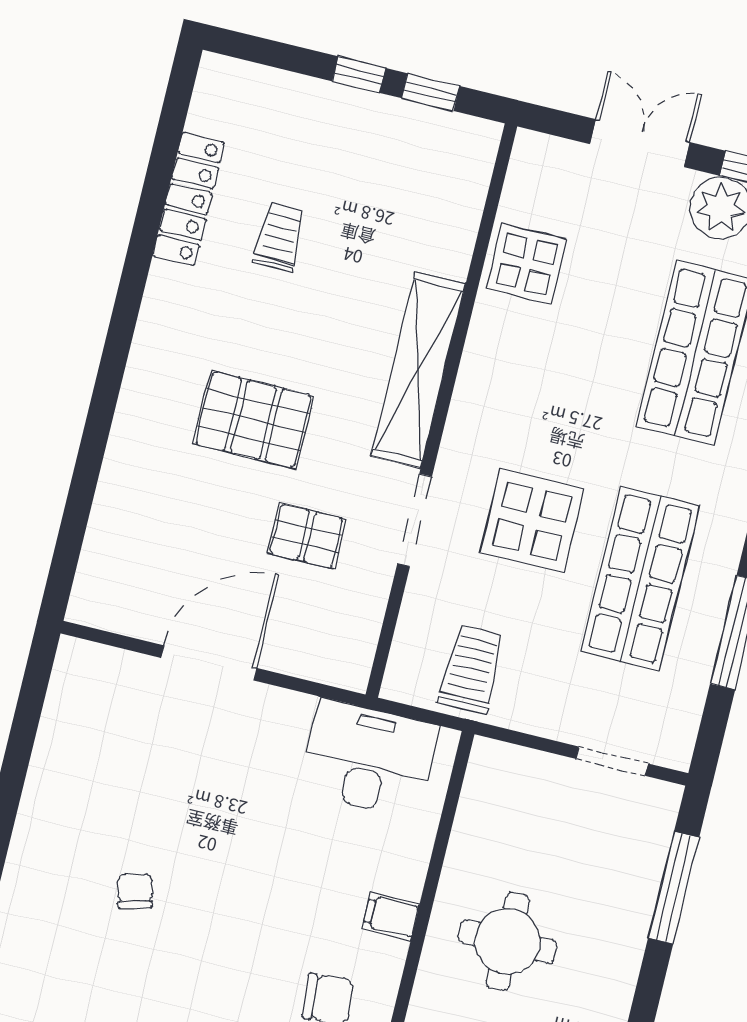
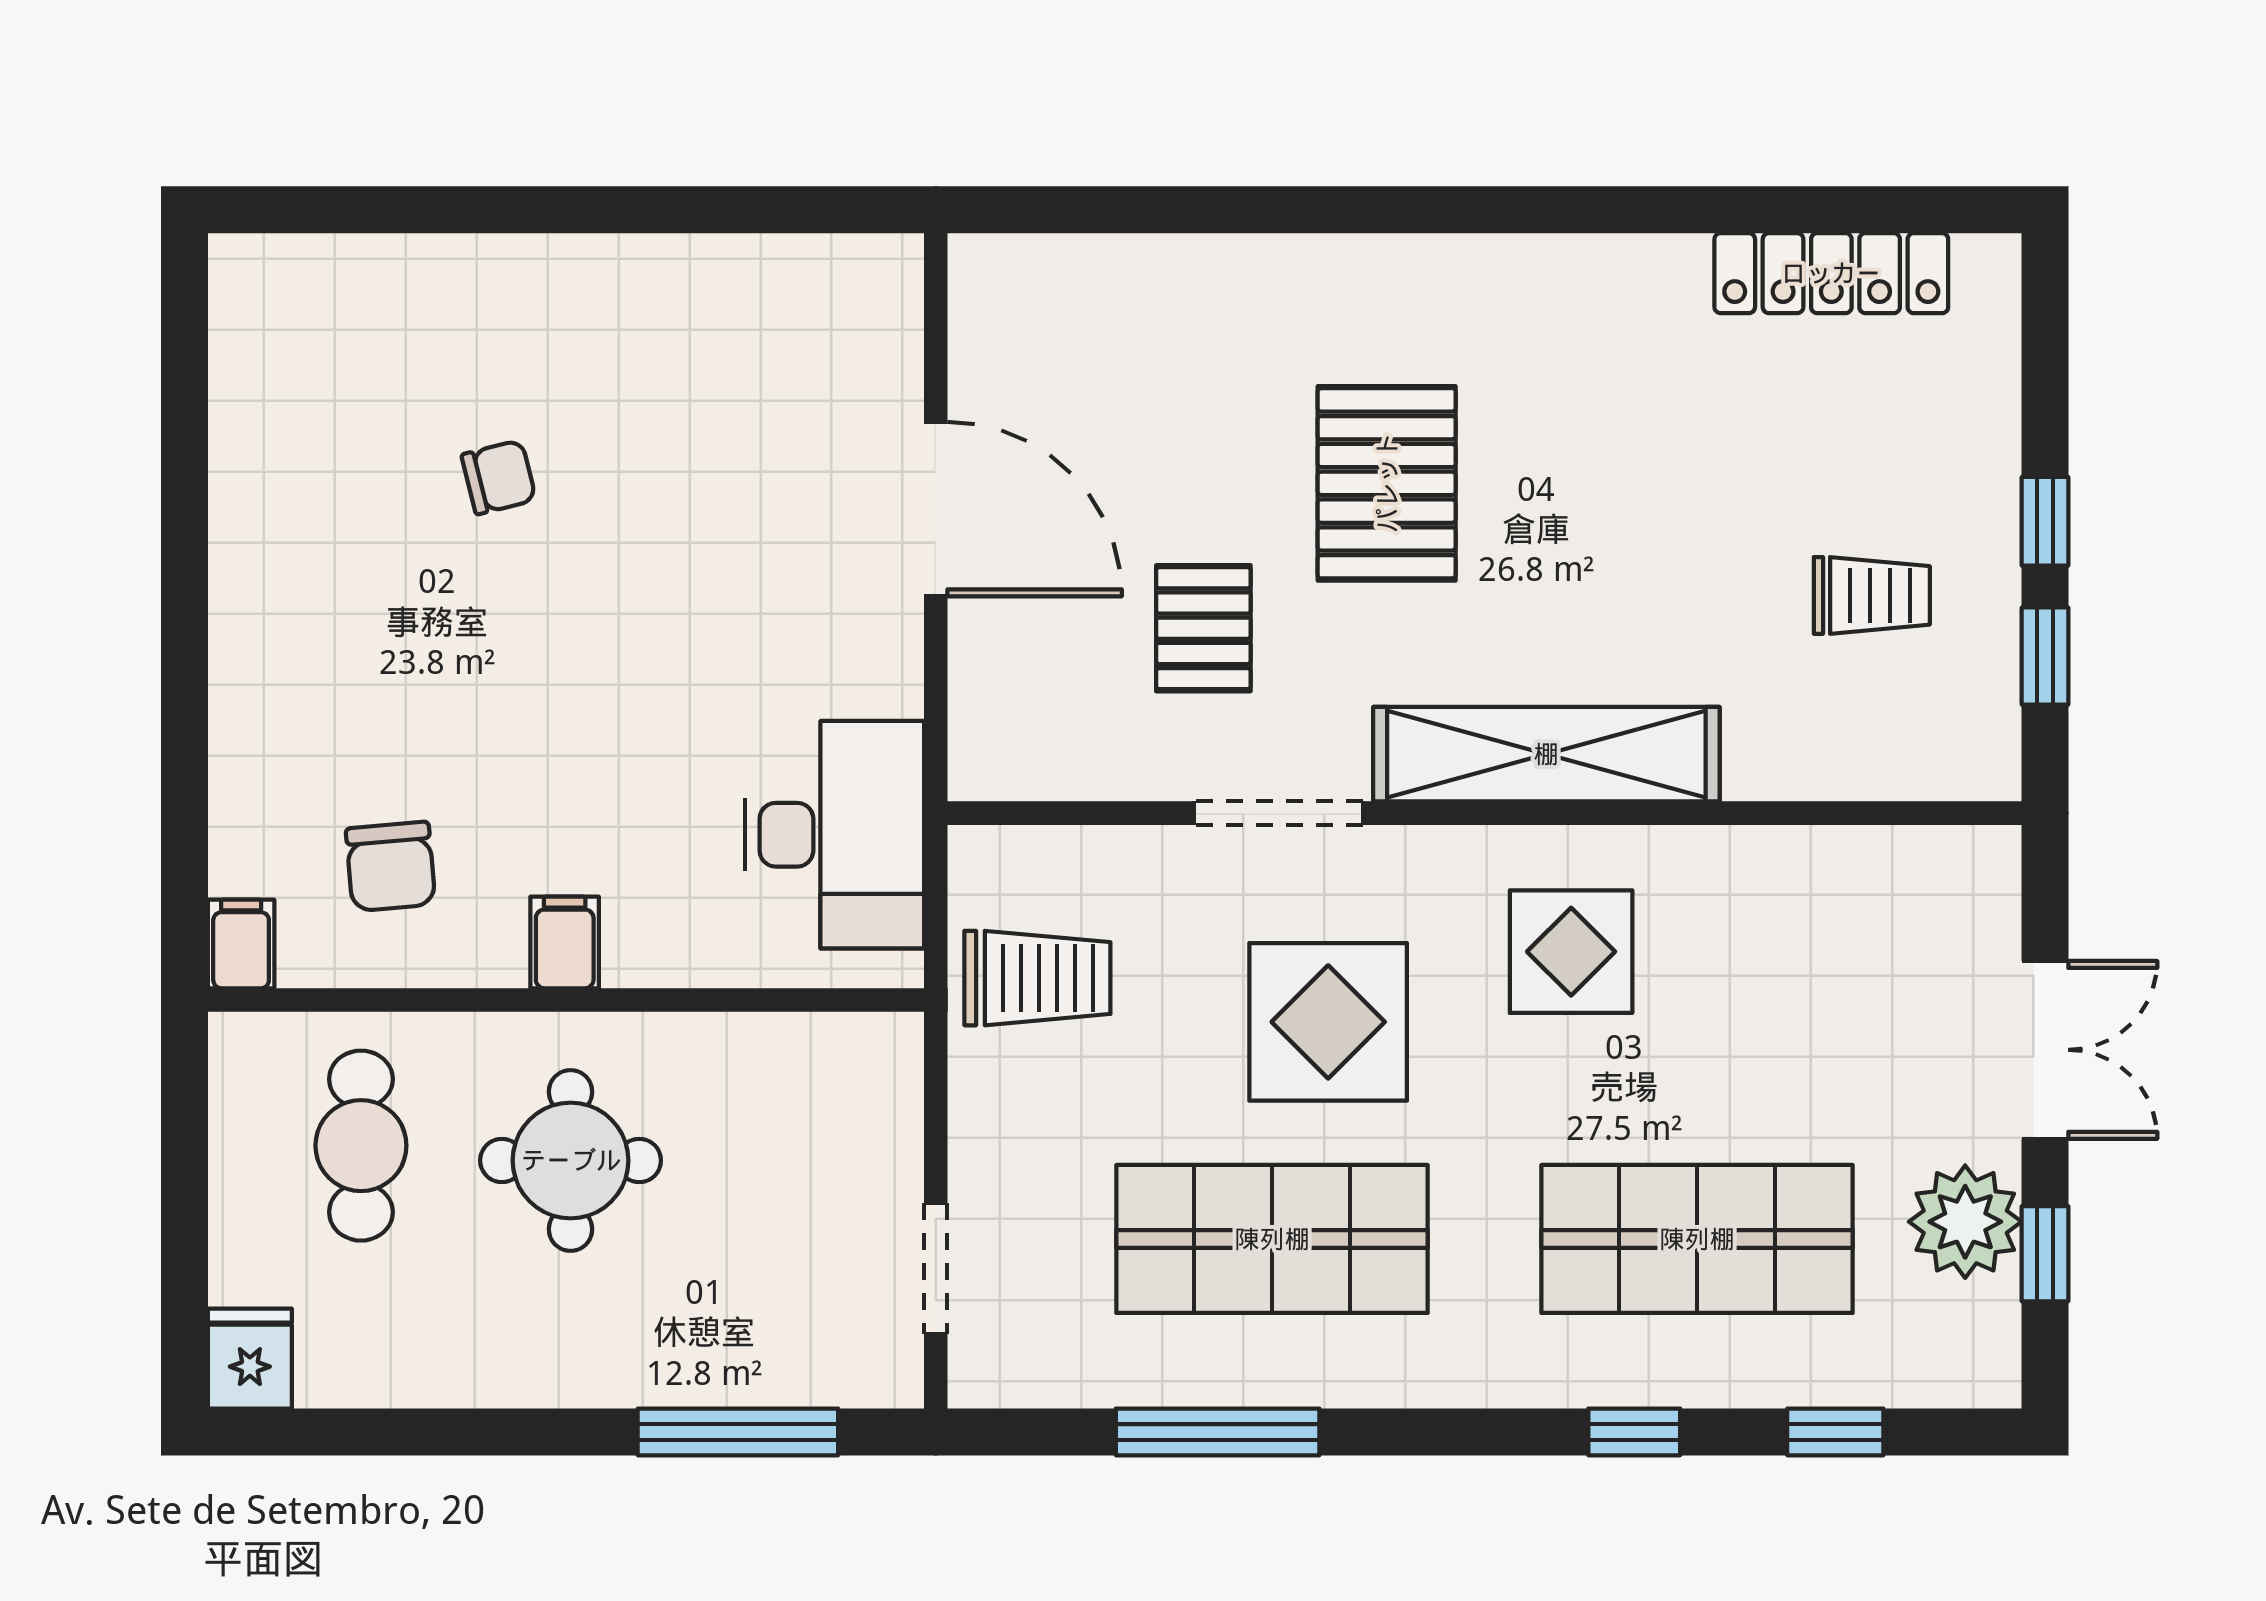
locker: (189, 199) -> (1831, 273), moved
trolley: (280, 237) -> (1872, 595), moved
display table: (526, 264) -> (1571, 952), moved

